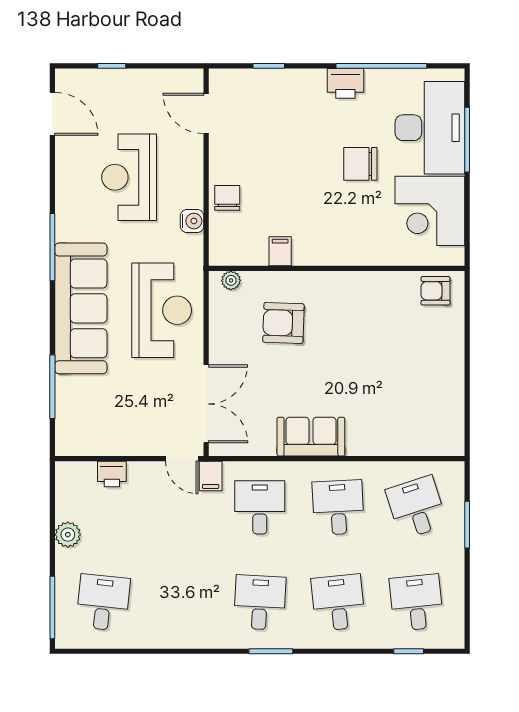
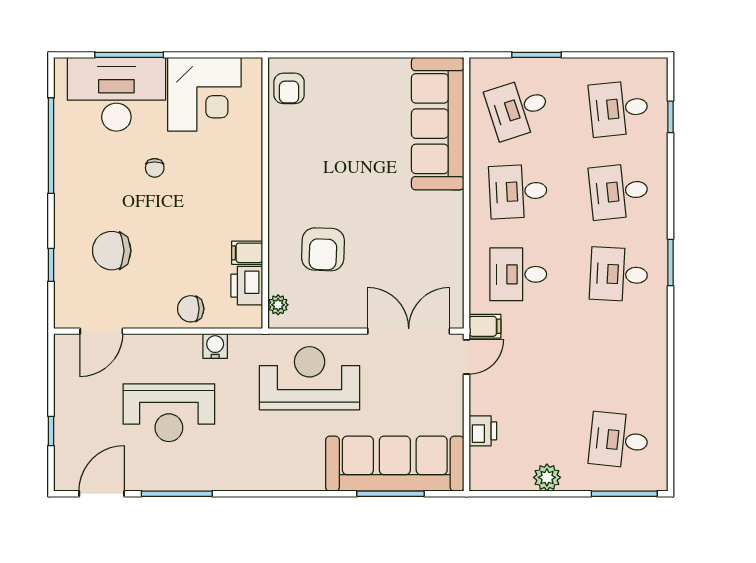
printer: (345, 83) -> (247, 286), moved, turned 180
chair: (282, 123) -> (112, 251), added
chair: (360, 164) -> (155, 168), width x0.54, depth x0.54
window: (52, 247) -> (177, 494), moved
sofa: (81, 308) -> (395, 464), moved
sofa: (311, 437) -> (438, 124), moved, width x1.85, depth x1.27

